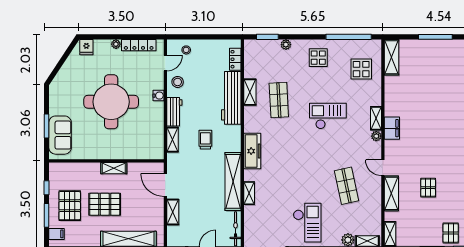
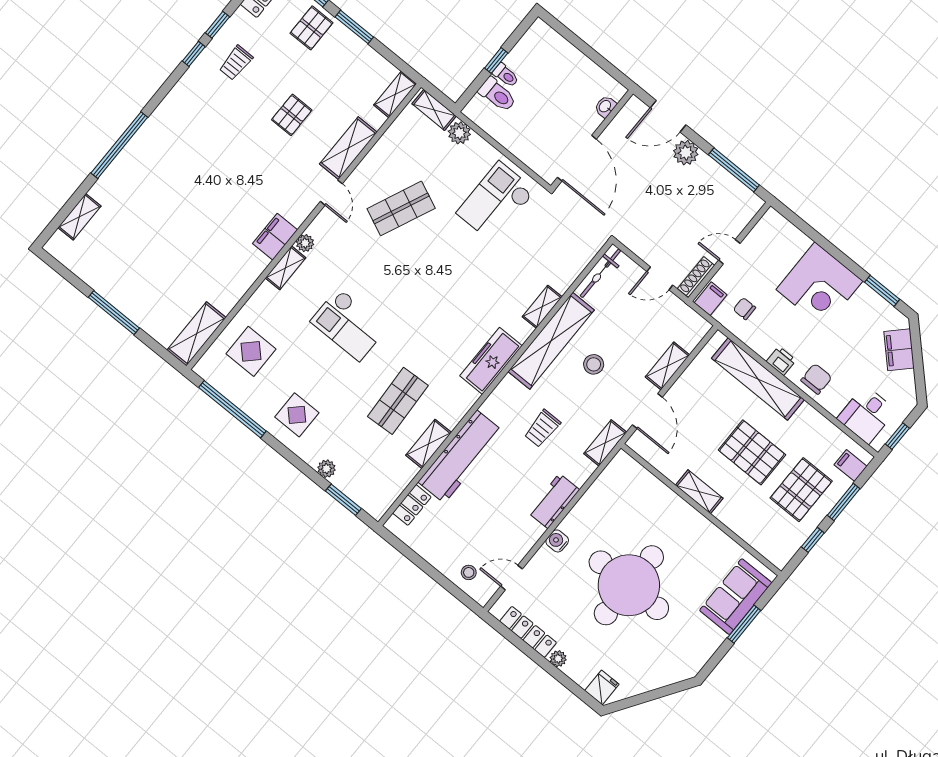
stool: (178, 82) -> (594, 364), moved
shelving: (173, 140) -> (605, 443), moved
shop shelf: (346, 186) -> (401, 208), turned 36

